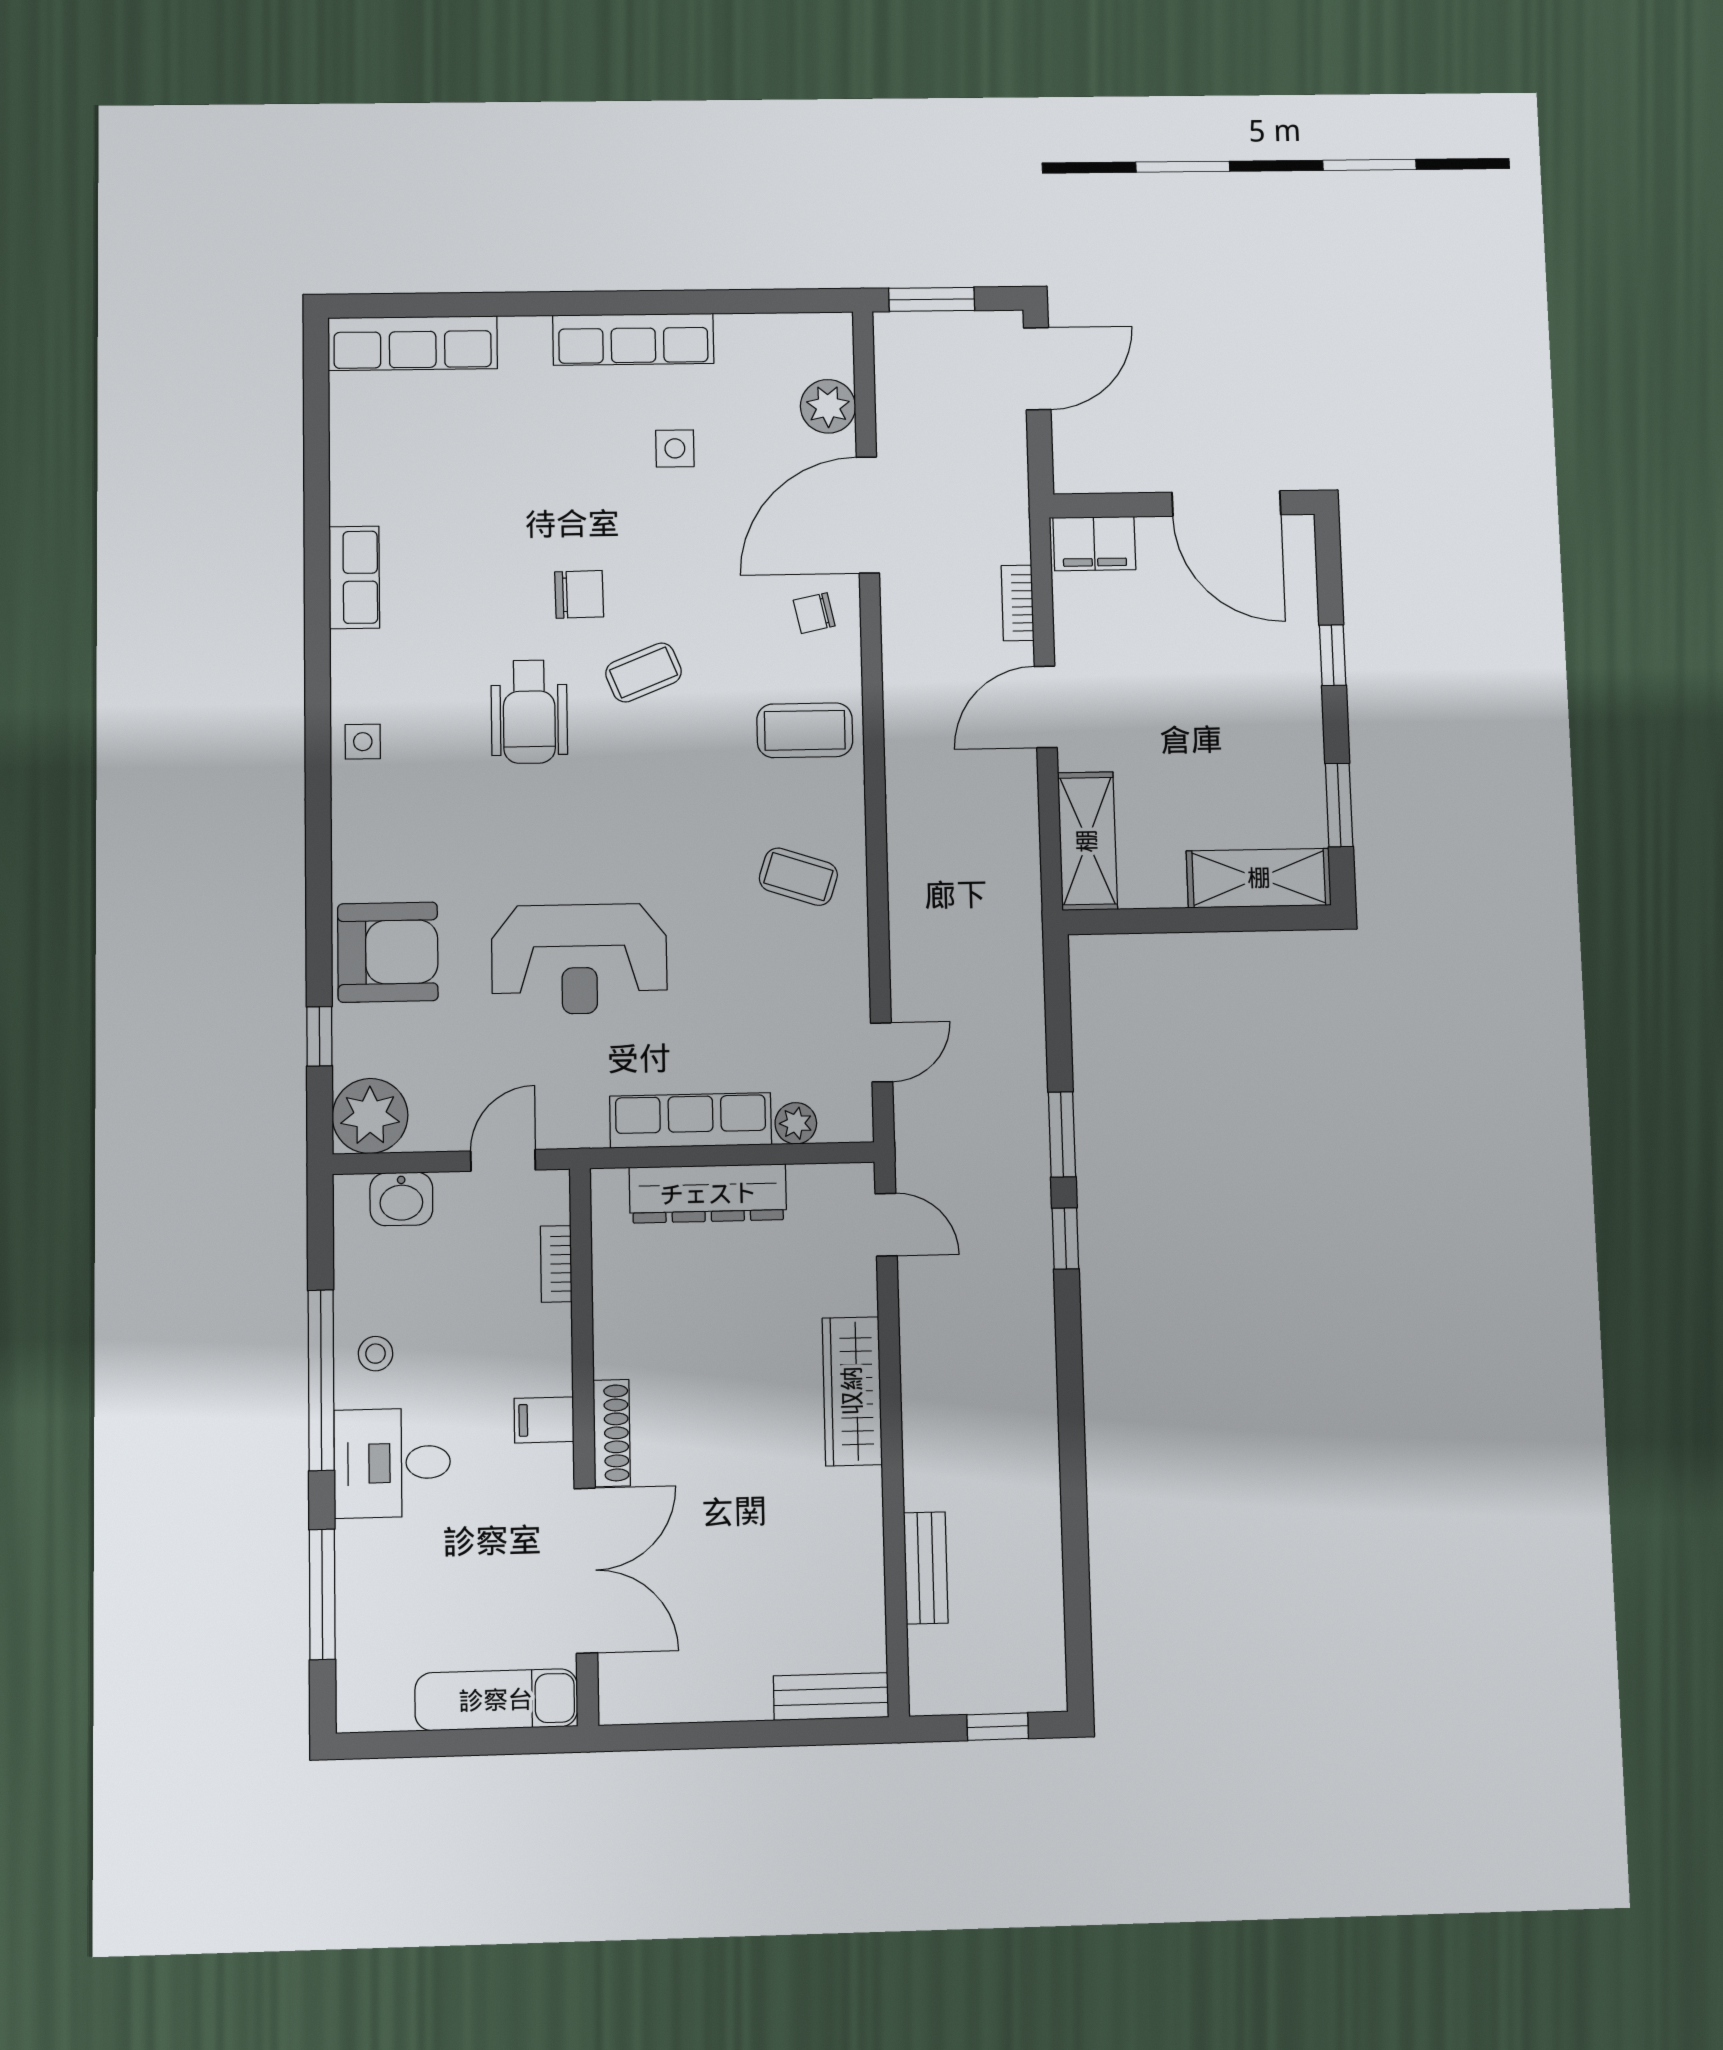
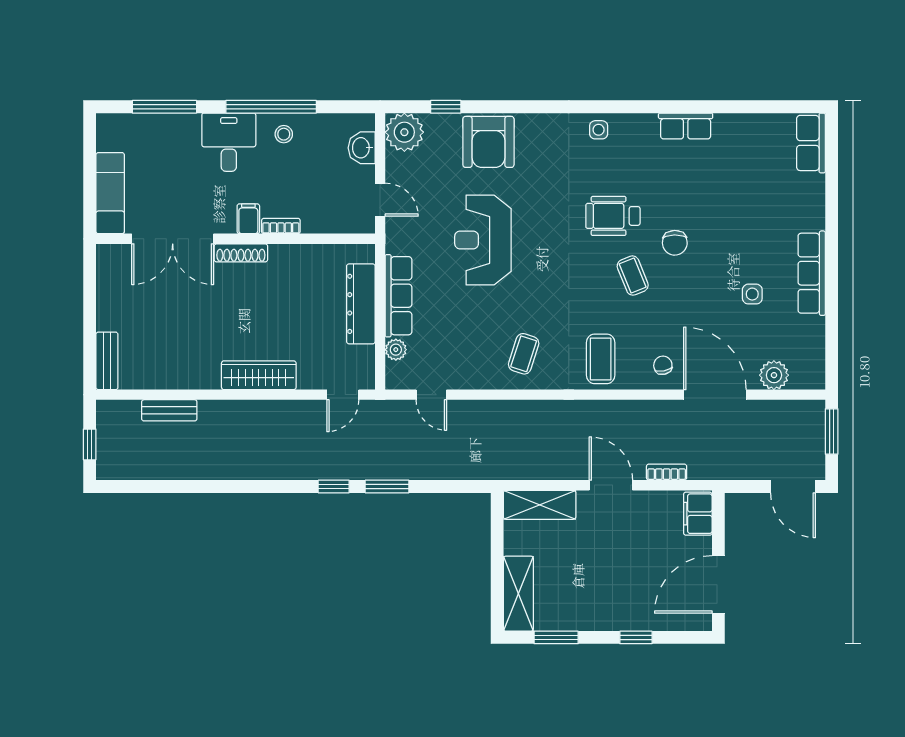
row of seats: (413, 343) -> (811, 143), width x0.68
bookcase: (556, 1264) -> (281, 226), moved

